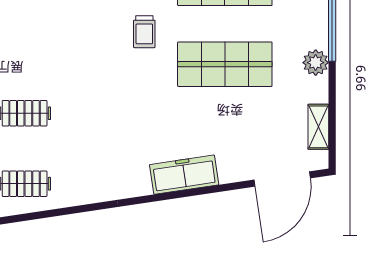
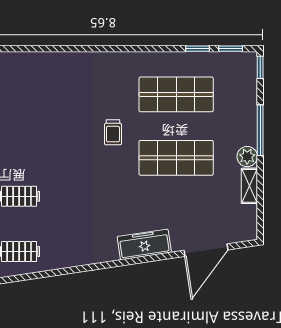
shelving: (318, 127) -> (249, 186), moved
door: (282, 179) -> (206, 250), moved

